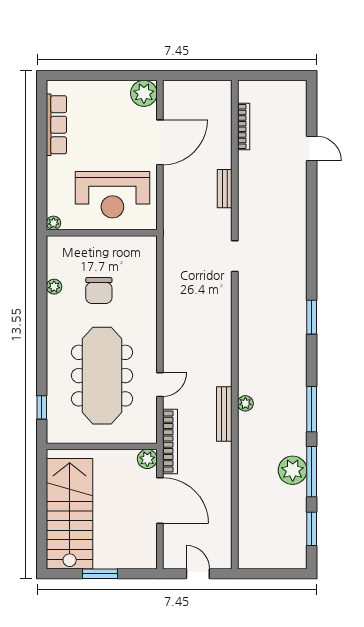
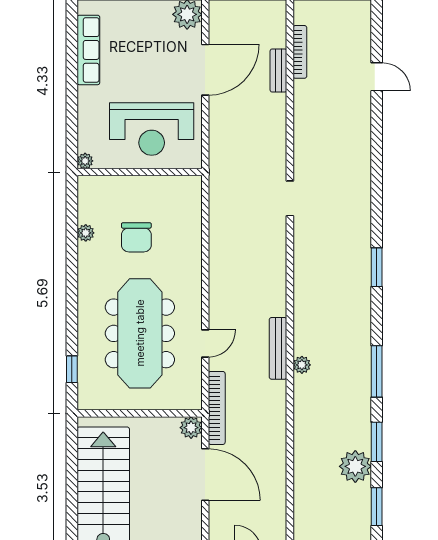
bench: (225, 189) -> (278, 70), moved
bench: (224, 414) -> (278, 348), moved
plant: (293, 470) -> (355, 466), moved
window: (312, 472) -> (377, 442), width x0.69

